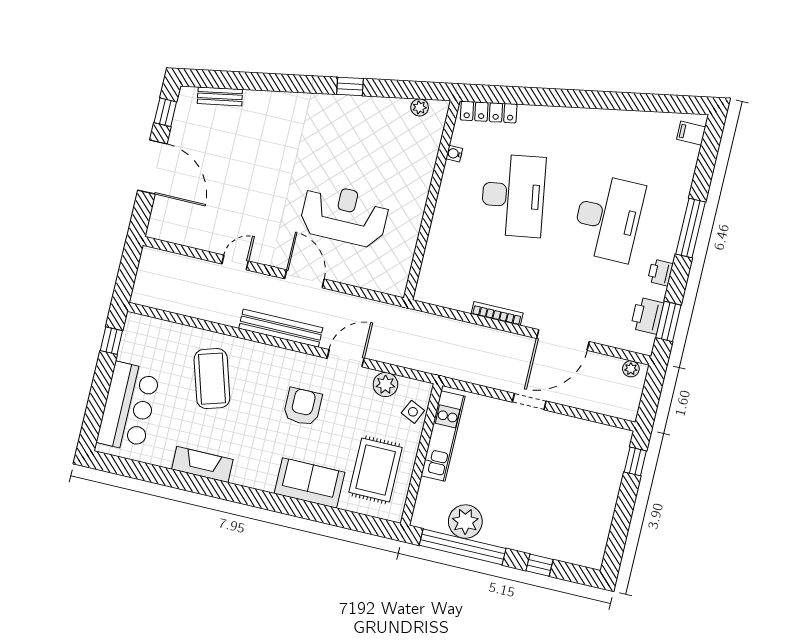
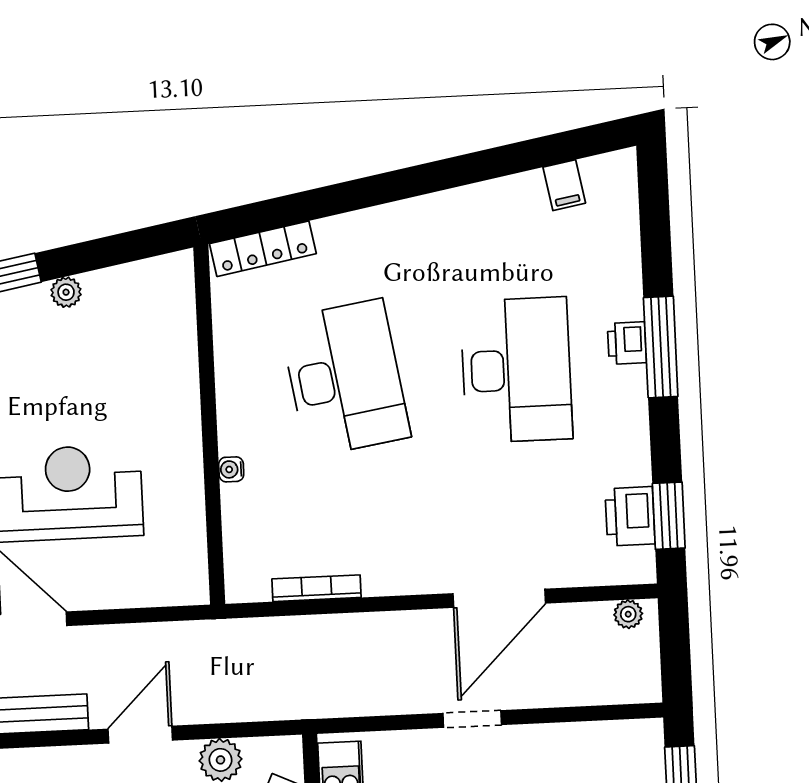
plant: (420, 107) -> (66, 292), moved
filing cabinet: (691, 133) -> (564, 185), moved, turned -100
water cooler: (454, 154) -> (231, 469), moved
printer: (660, 273) -> (627, 343), moved
bookcase: (497, 313) -> (316, 588), moved

